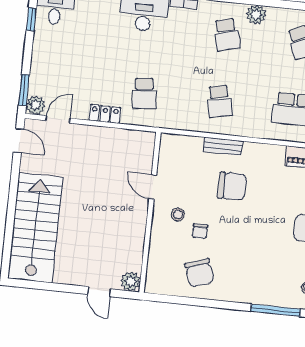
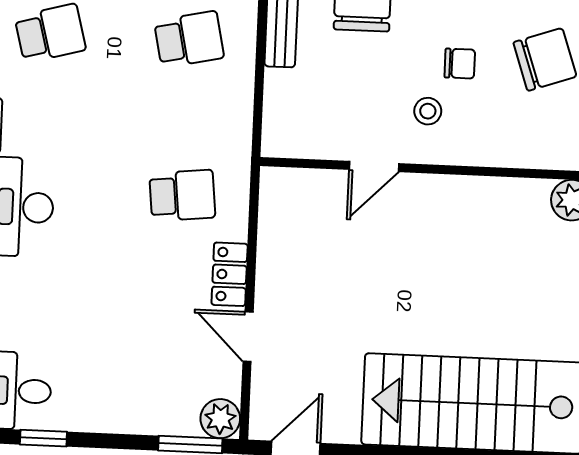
door: (58, 119) -> (248, 337), moved

